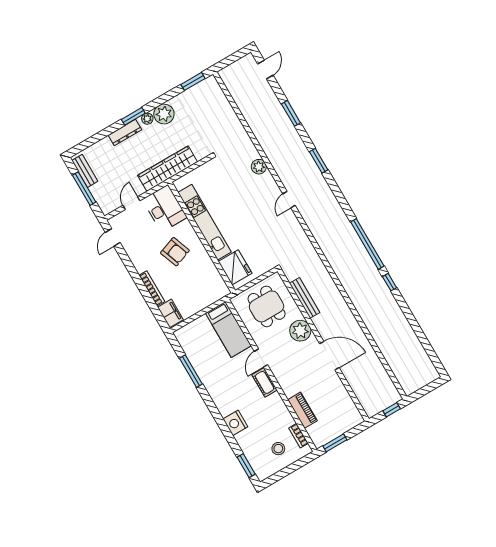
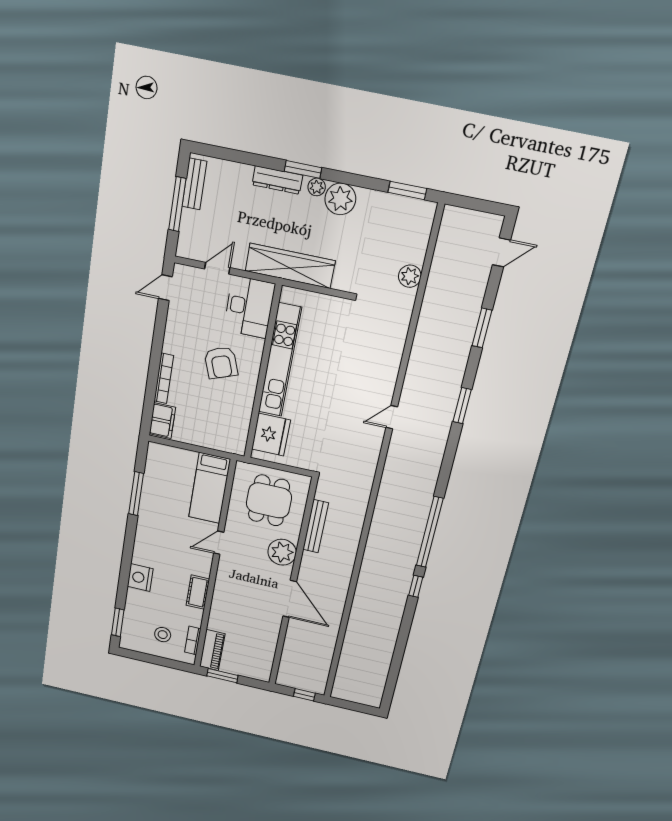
plant: (259, 167) -> (410, 276), moved
cot: (265, 382) -> (198, 592), moved
piano: (302, 410) -> (212, 650), moved

